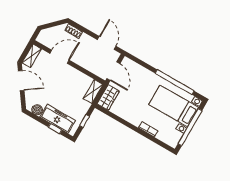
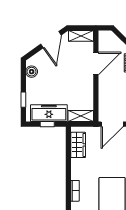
door: (59, 57) -> (96, 64), hinge flipped
wardrobe: (108, 98) -> (78, 145), moved, turned -90
freezer: (58, 119) -> (49, 113), moved, turned -90

